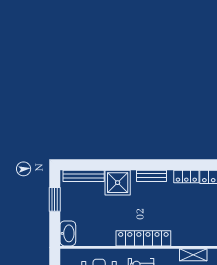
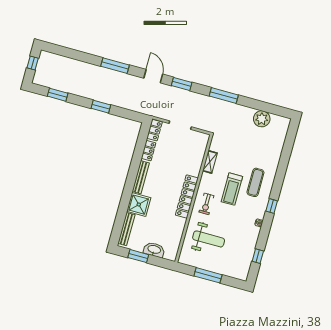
bench: (151, 176) -> (141, 177), width x1.36
washbasin: (68, 233) -> (154, 250), moved

